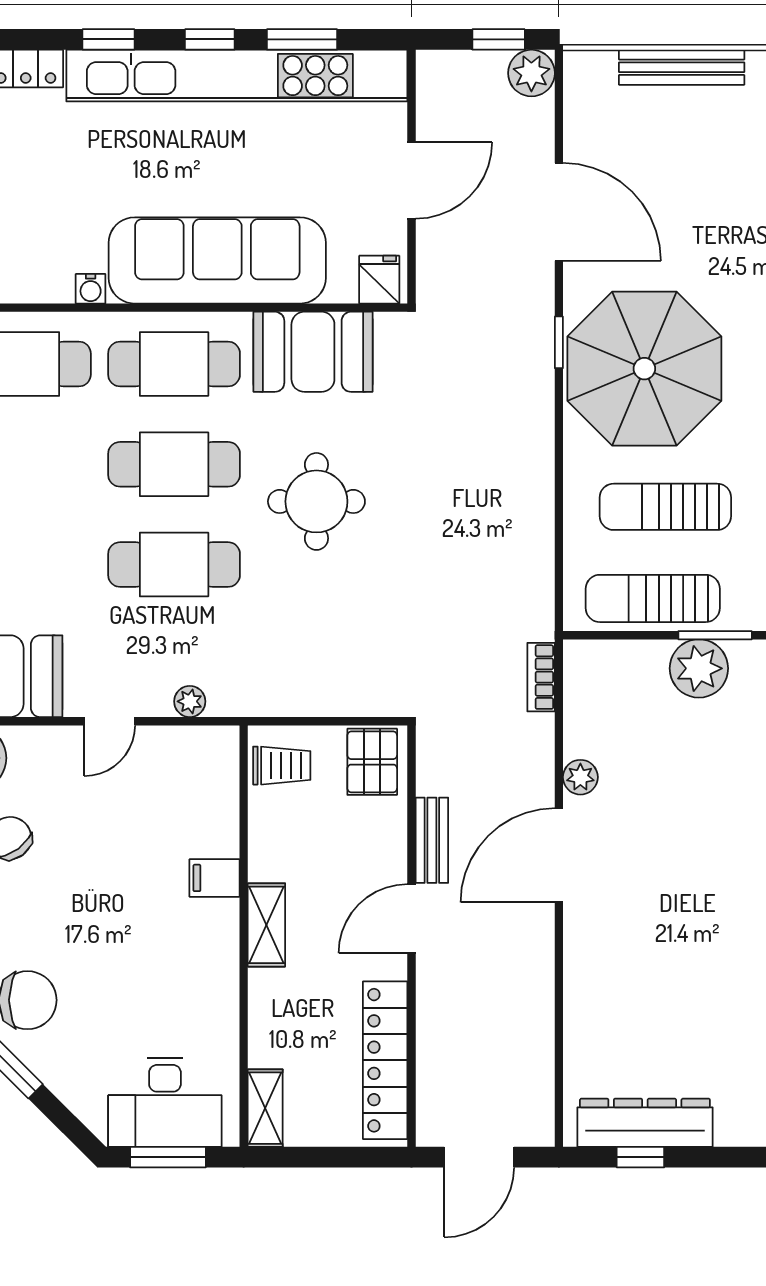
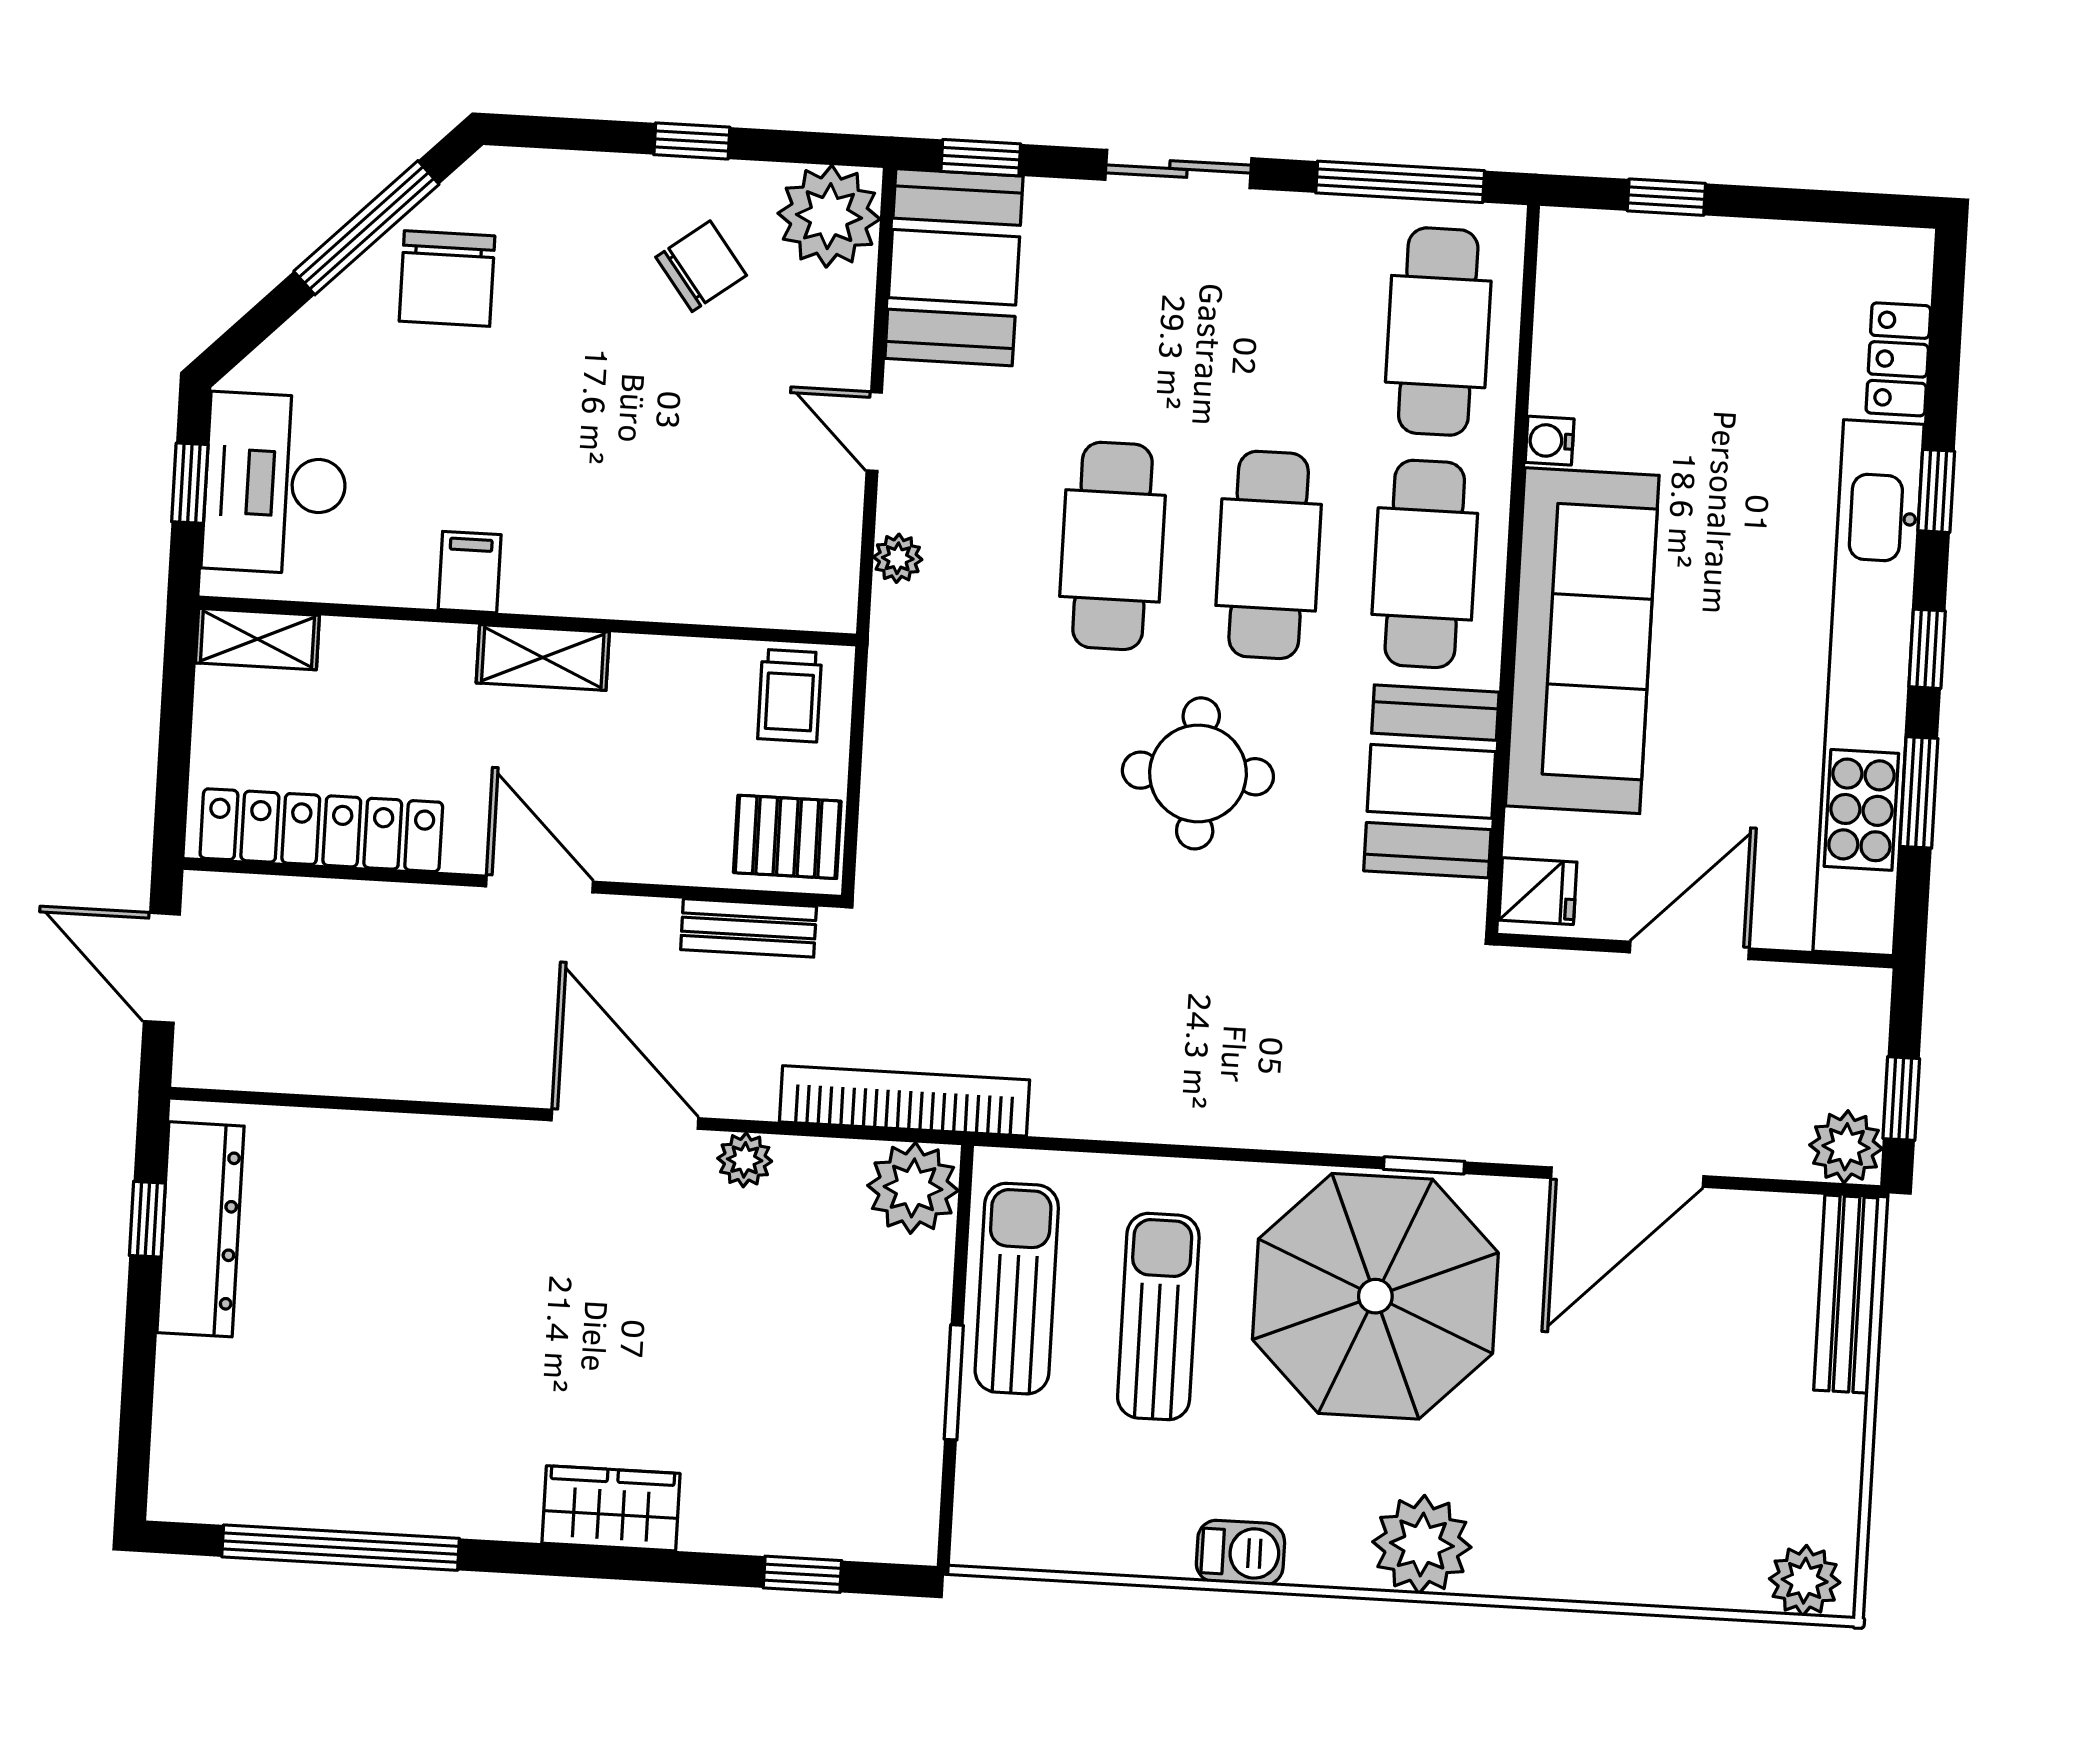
bench: (682, 67) -> (1847, 1294), moved
door: (411, 180) -> (1689, 950), swing flipped
plant: (699, 668) -> (913, 1188), moved
bookcase: (541, 677) -> (905, 1101), width x2.31, depth x1.31
bench: (432, 840) -> (749, 928), moved
filing cabinet: (214, 878) -> (470, 572), moved
window: (168, 1157) -> (190, 483), width x0.67

